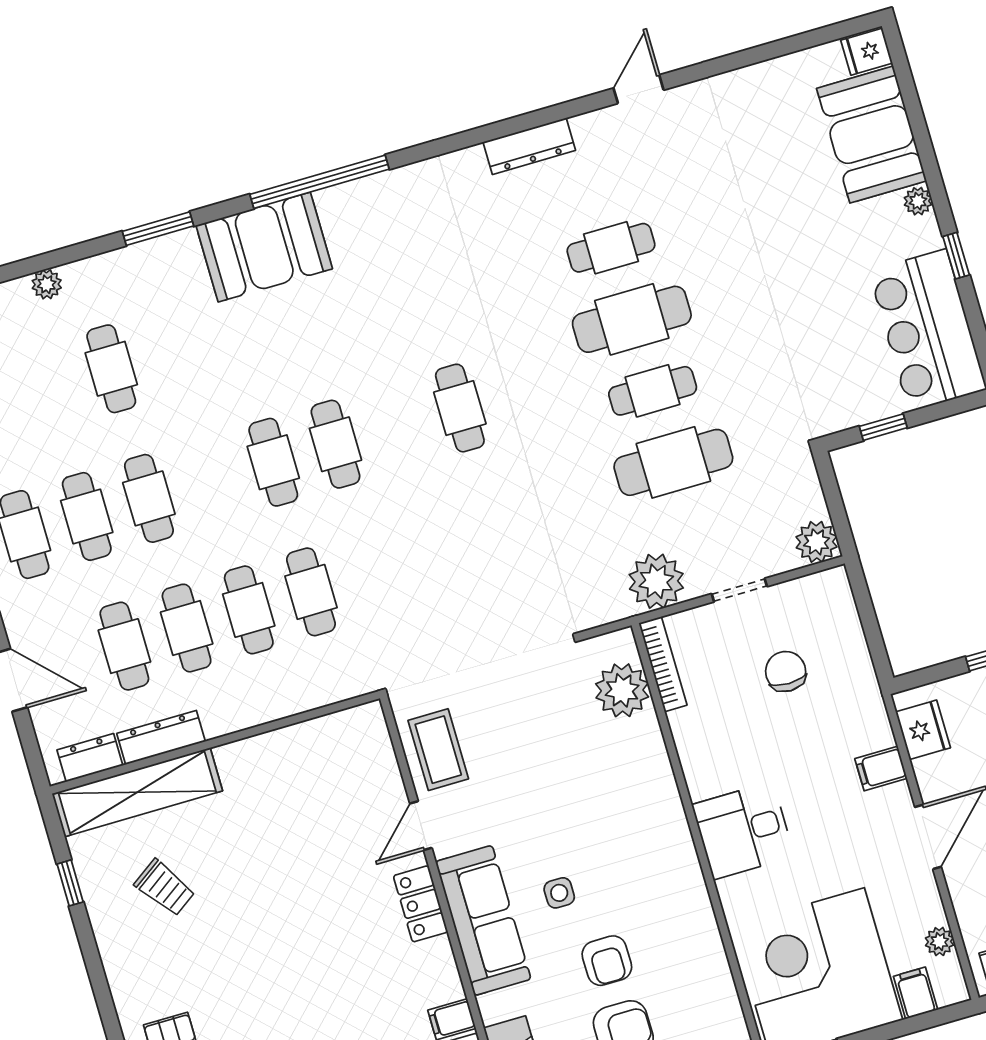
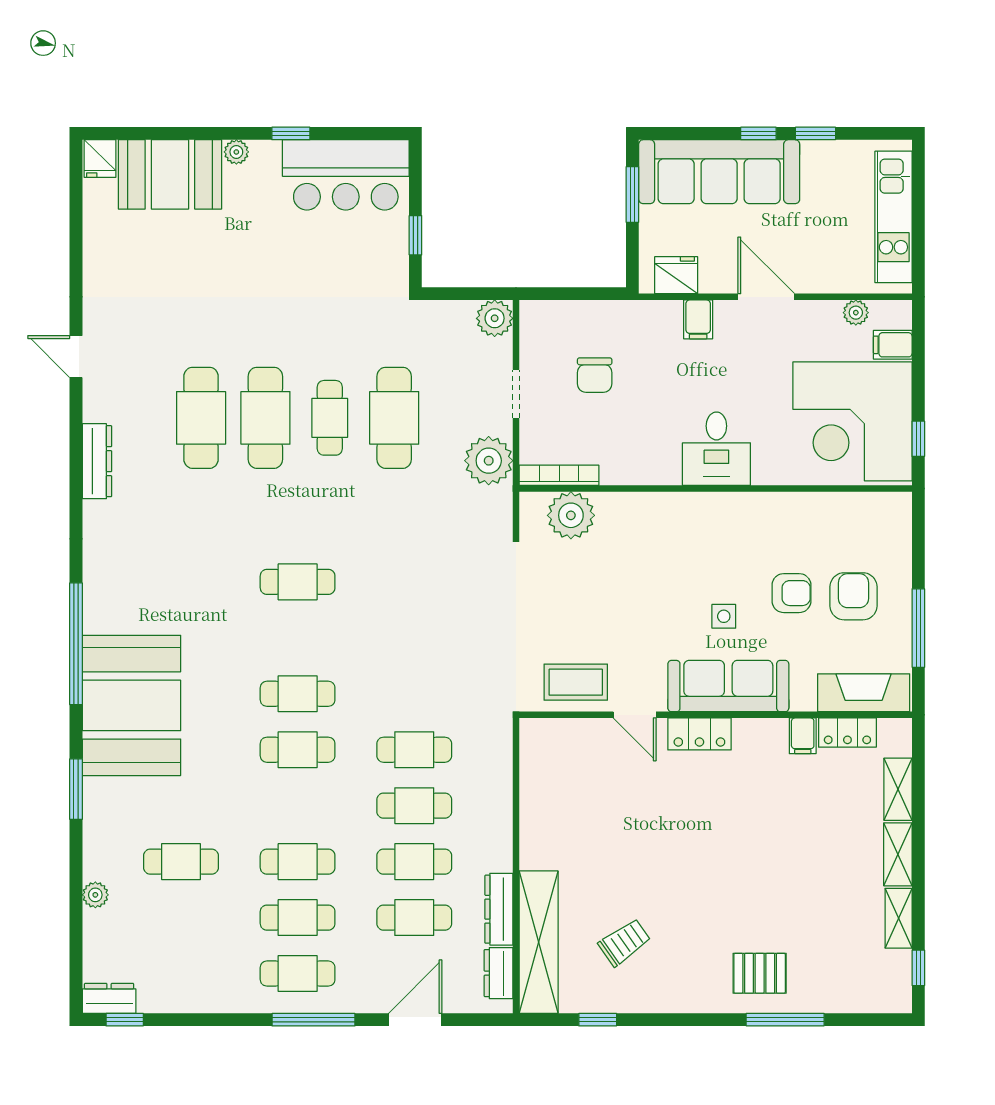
booth: (264, 247) -> (131, 705), width x1.36, depth x1.42
cafe table: (611, 248) -> (201, 418), width x1.37, depth x1.35
chair: (786, 671) -> (595, 375), turned -90

